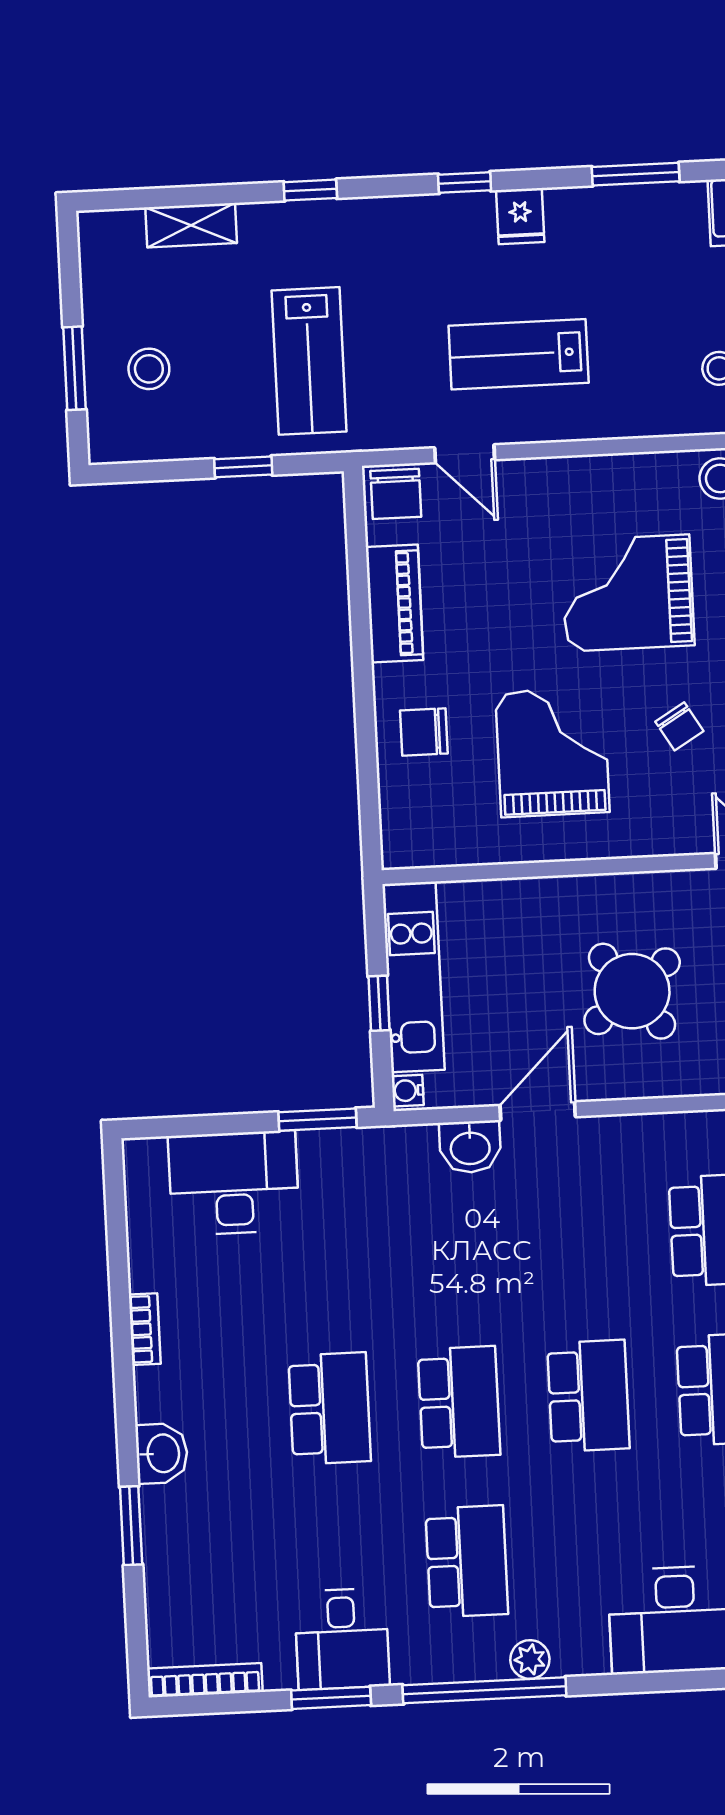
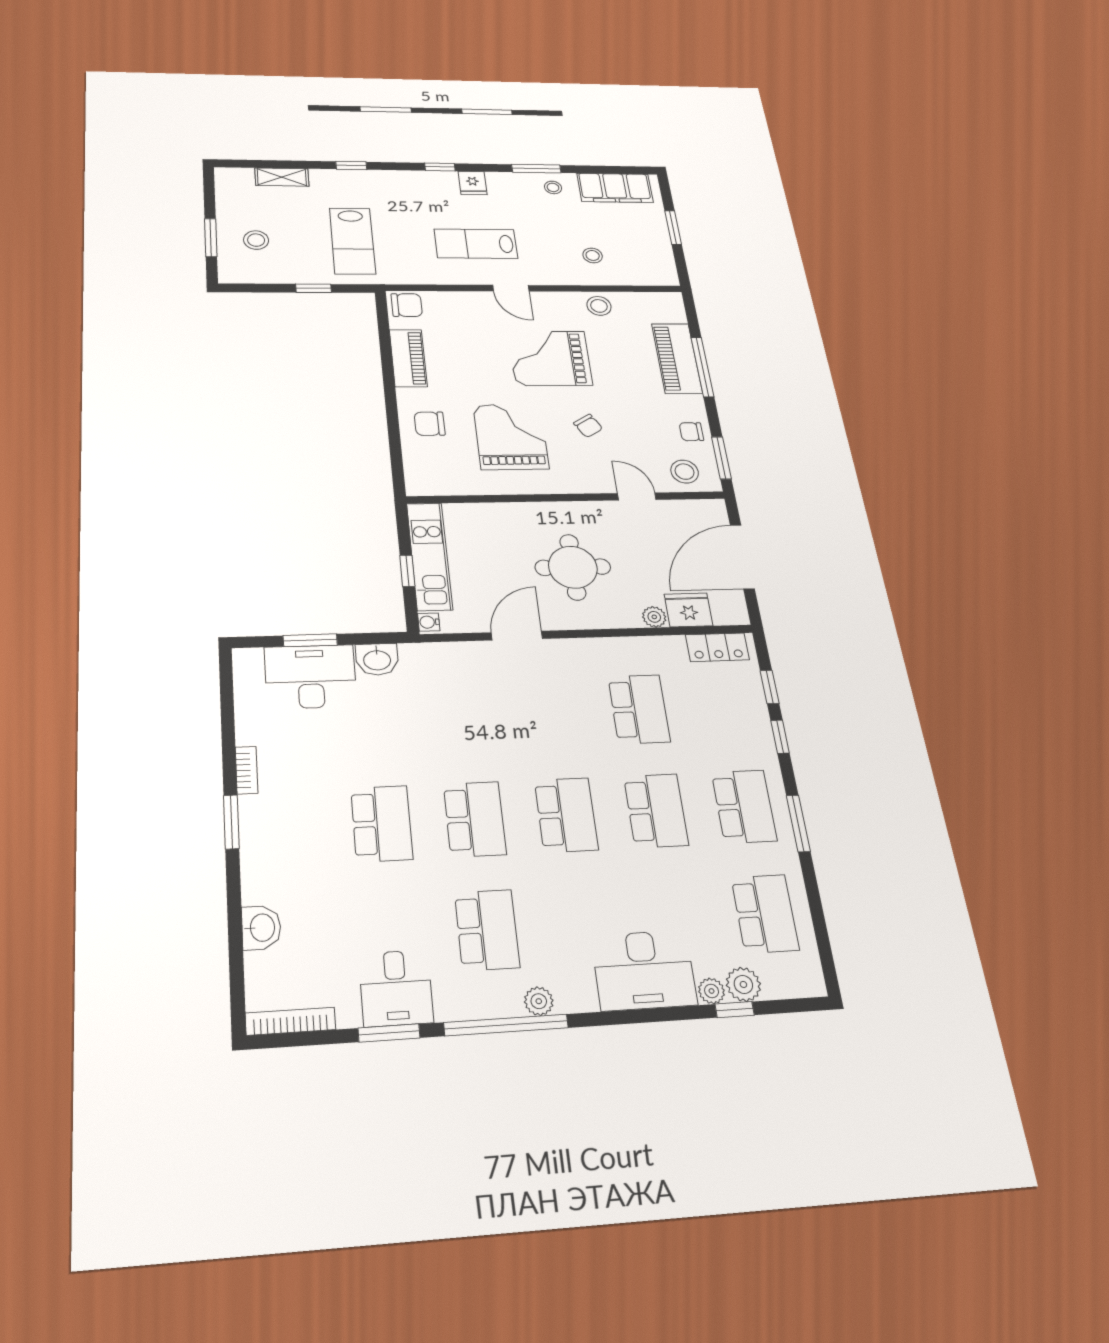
stool: (662, 217) -> (553, 187), added
door: (465, 454) -> (511, 288), moved
chair: (396, 494) -> (407, 305), turned -90
round table: (632, 991) -> (573, 567), turned 38
window: (318, 1120) -> (310, 640), moved
washbasin: (470, 1147) -> (377, 659), moved
washbasin: (162, 1453) -> (261, 928), moved
window: (131, 1526) -> (231, 822), moved

